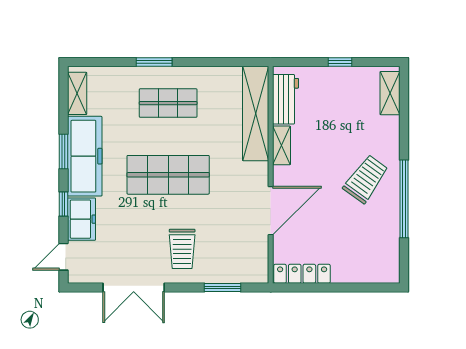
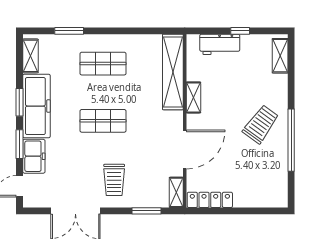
window: (154, 62) -> (69, 31), moved
workbench: (286, 99) -> (220, 44), moved, turned 90
shop shelf: (168, 175) -> (103, 121), width x0.70, depth x0.74
window: (64, 204) -> (19, 144), width x1.50
shelving: (260, 264) -> (176, 192), added

